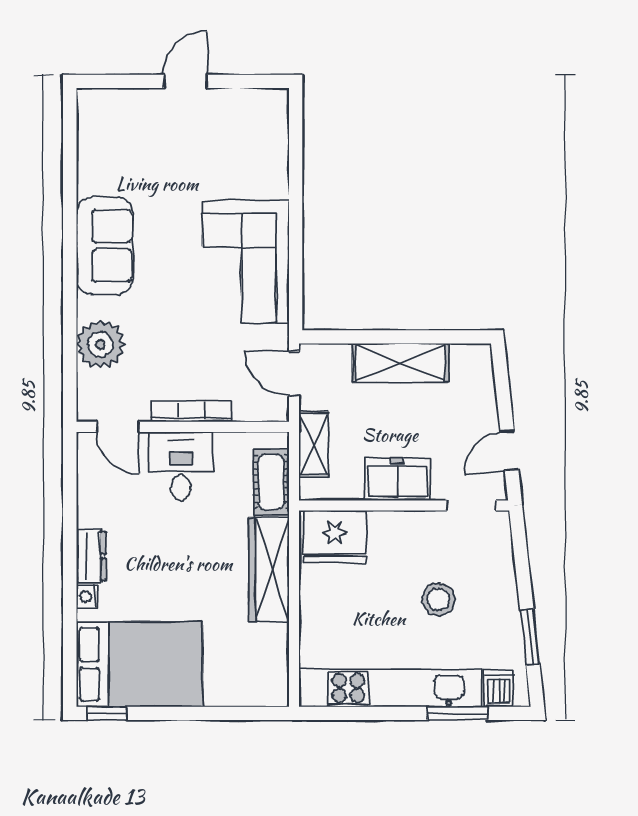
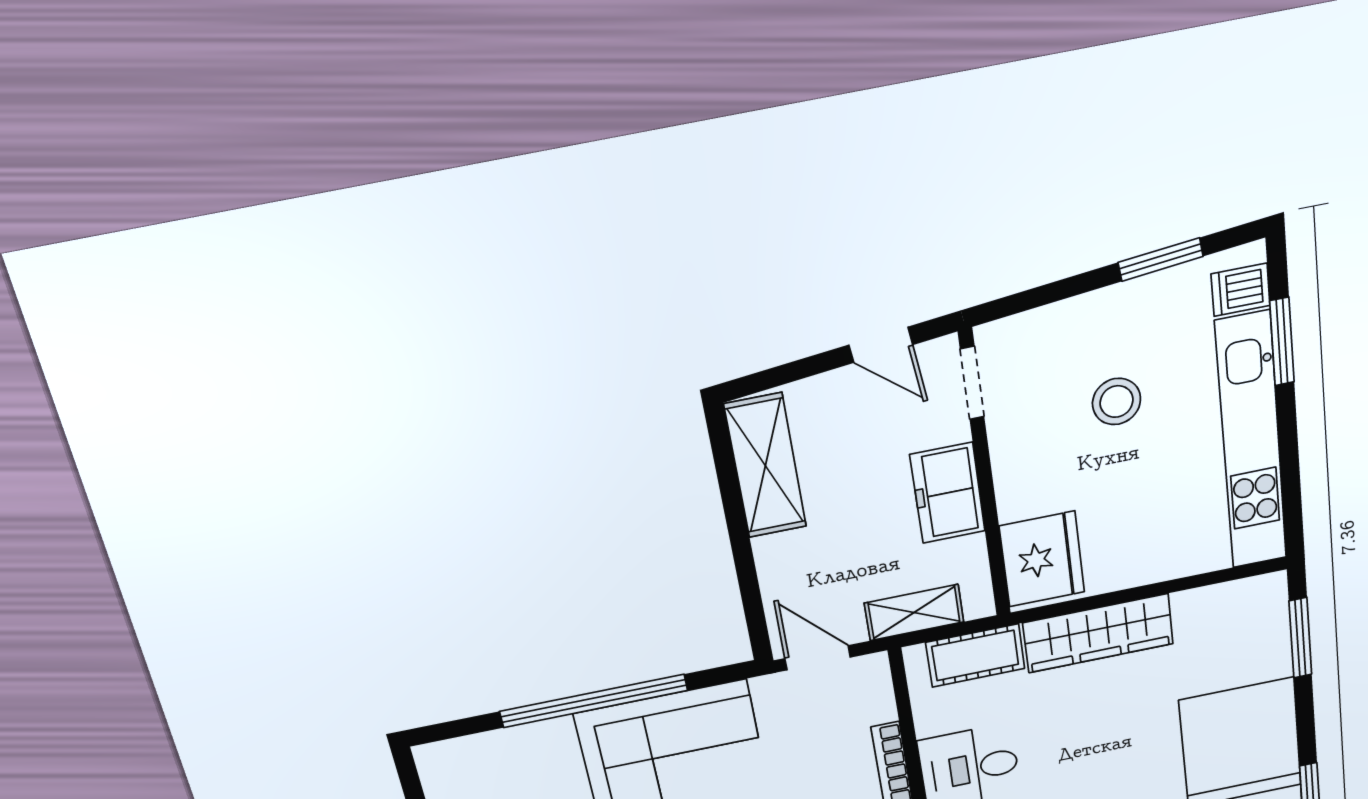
window: (296, 217) -> (594, 701), added
shelving: (400, 363) -> (765, 466), moved
door: (294, 374) -> (818, 658), swing flipped
window: (233, 713) -> (1300, 638), added

